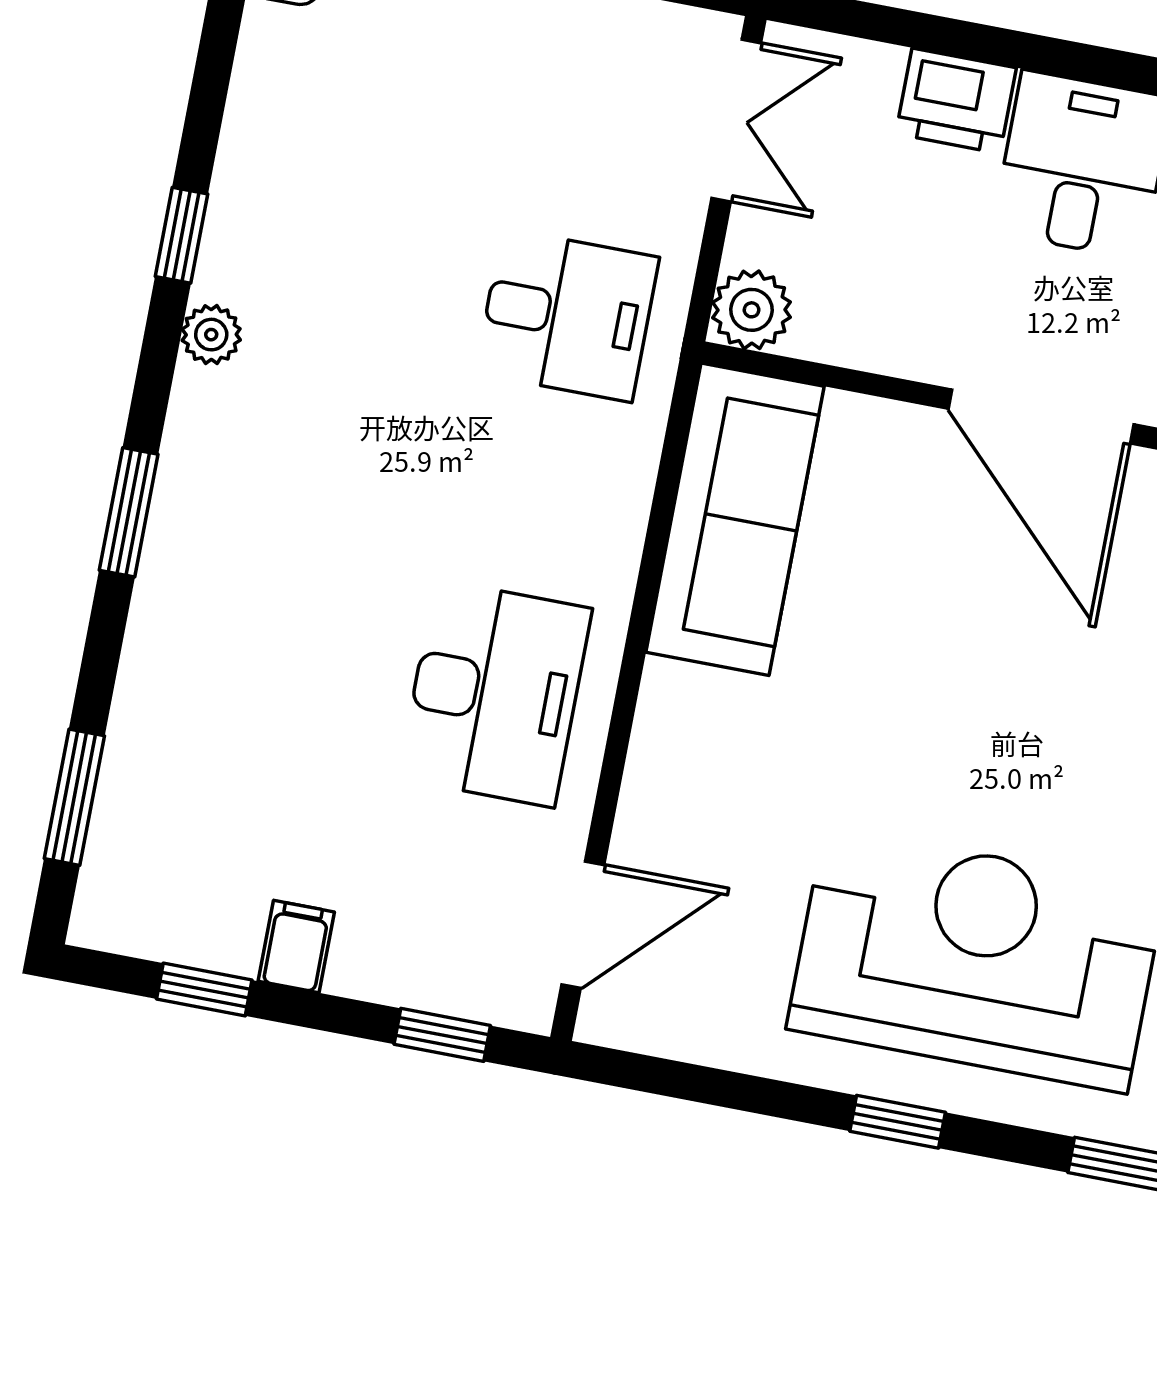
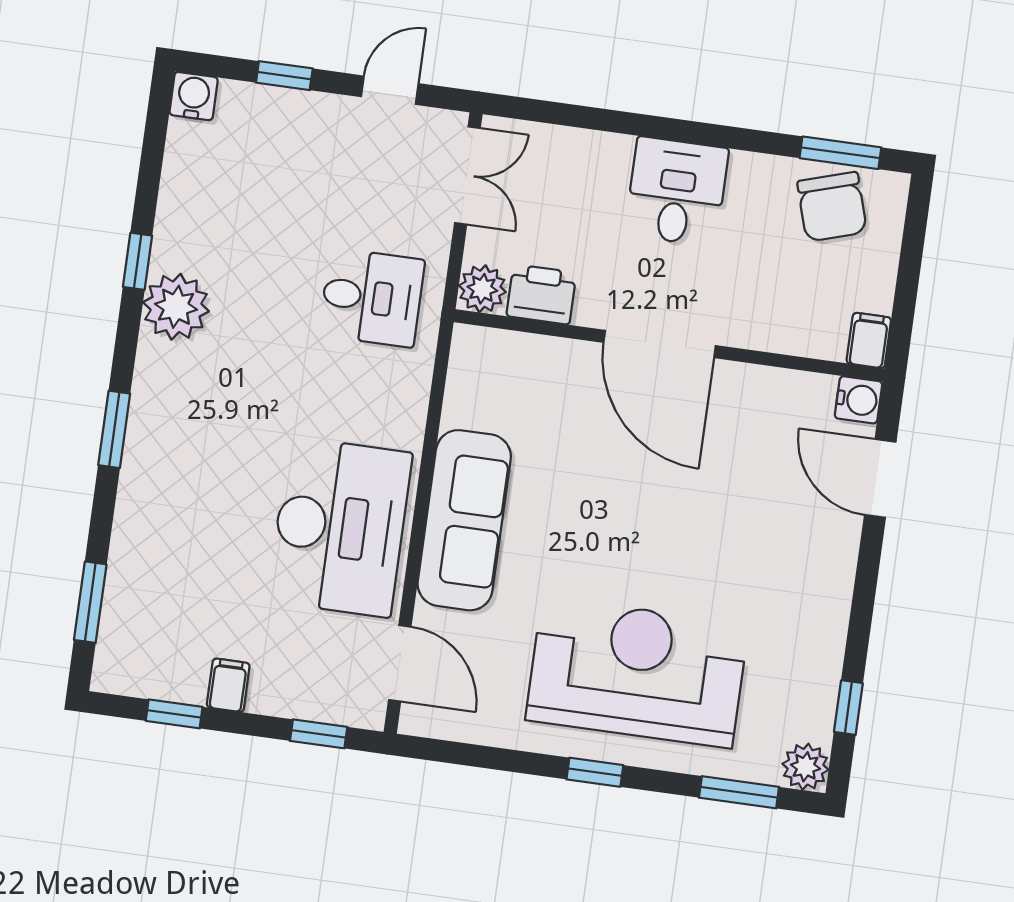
printer: (956, 101) -> (541, 294), moved, turned 180
plant: (211, 335) -> (176, 307), width x1.88, depth x1.88
sofa: (735, 519) -> (464, 520), moved
desk: (495, 693) -> (340, 527), width x1.36, depth x1.30
door: (583, 925) -> (400, 663), hinge flipped

